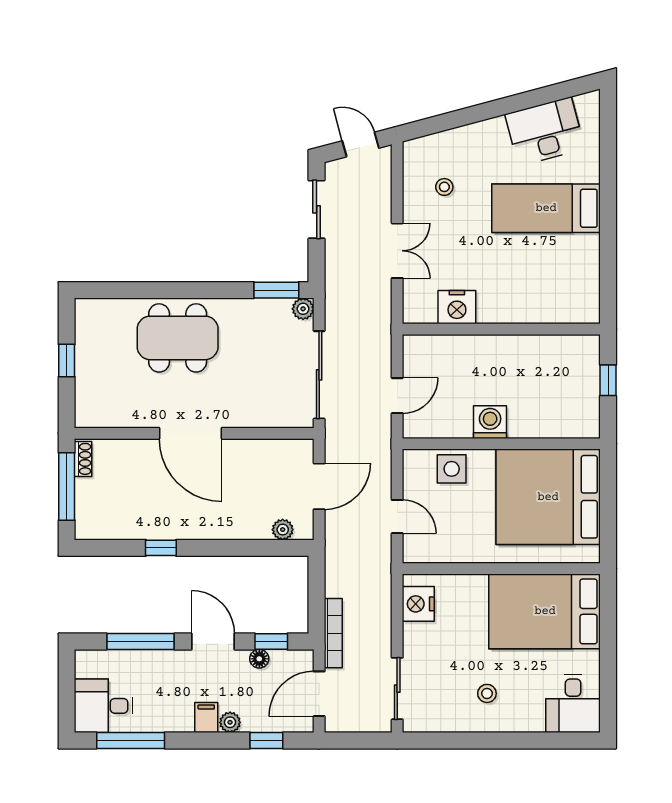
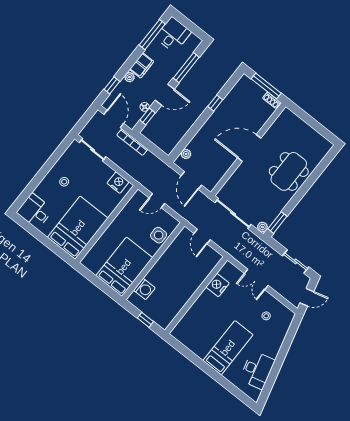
window: (67, 361) -> (313, 123), removed
washing machine: (490, 422) -> (144, 289), moved
bed: (548, 497) -> (124, 267), width x0.73
filing cabinet: (206, 718) -> (142, 65), width x2.00

